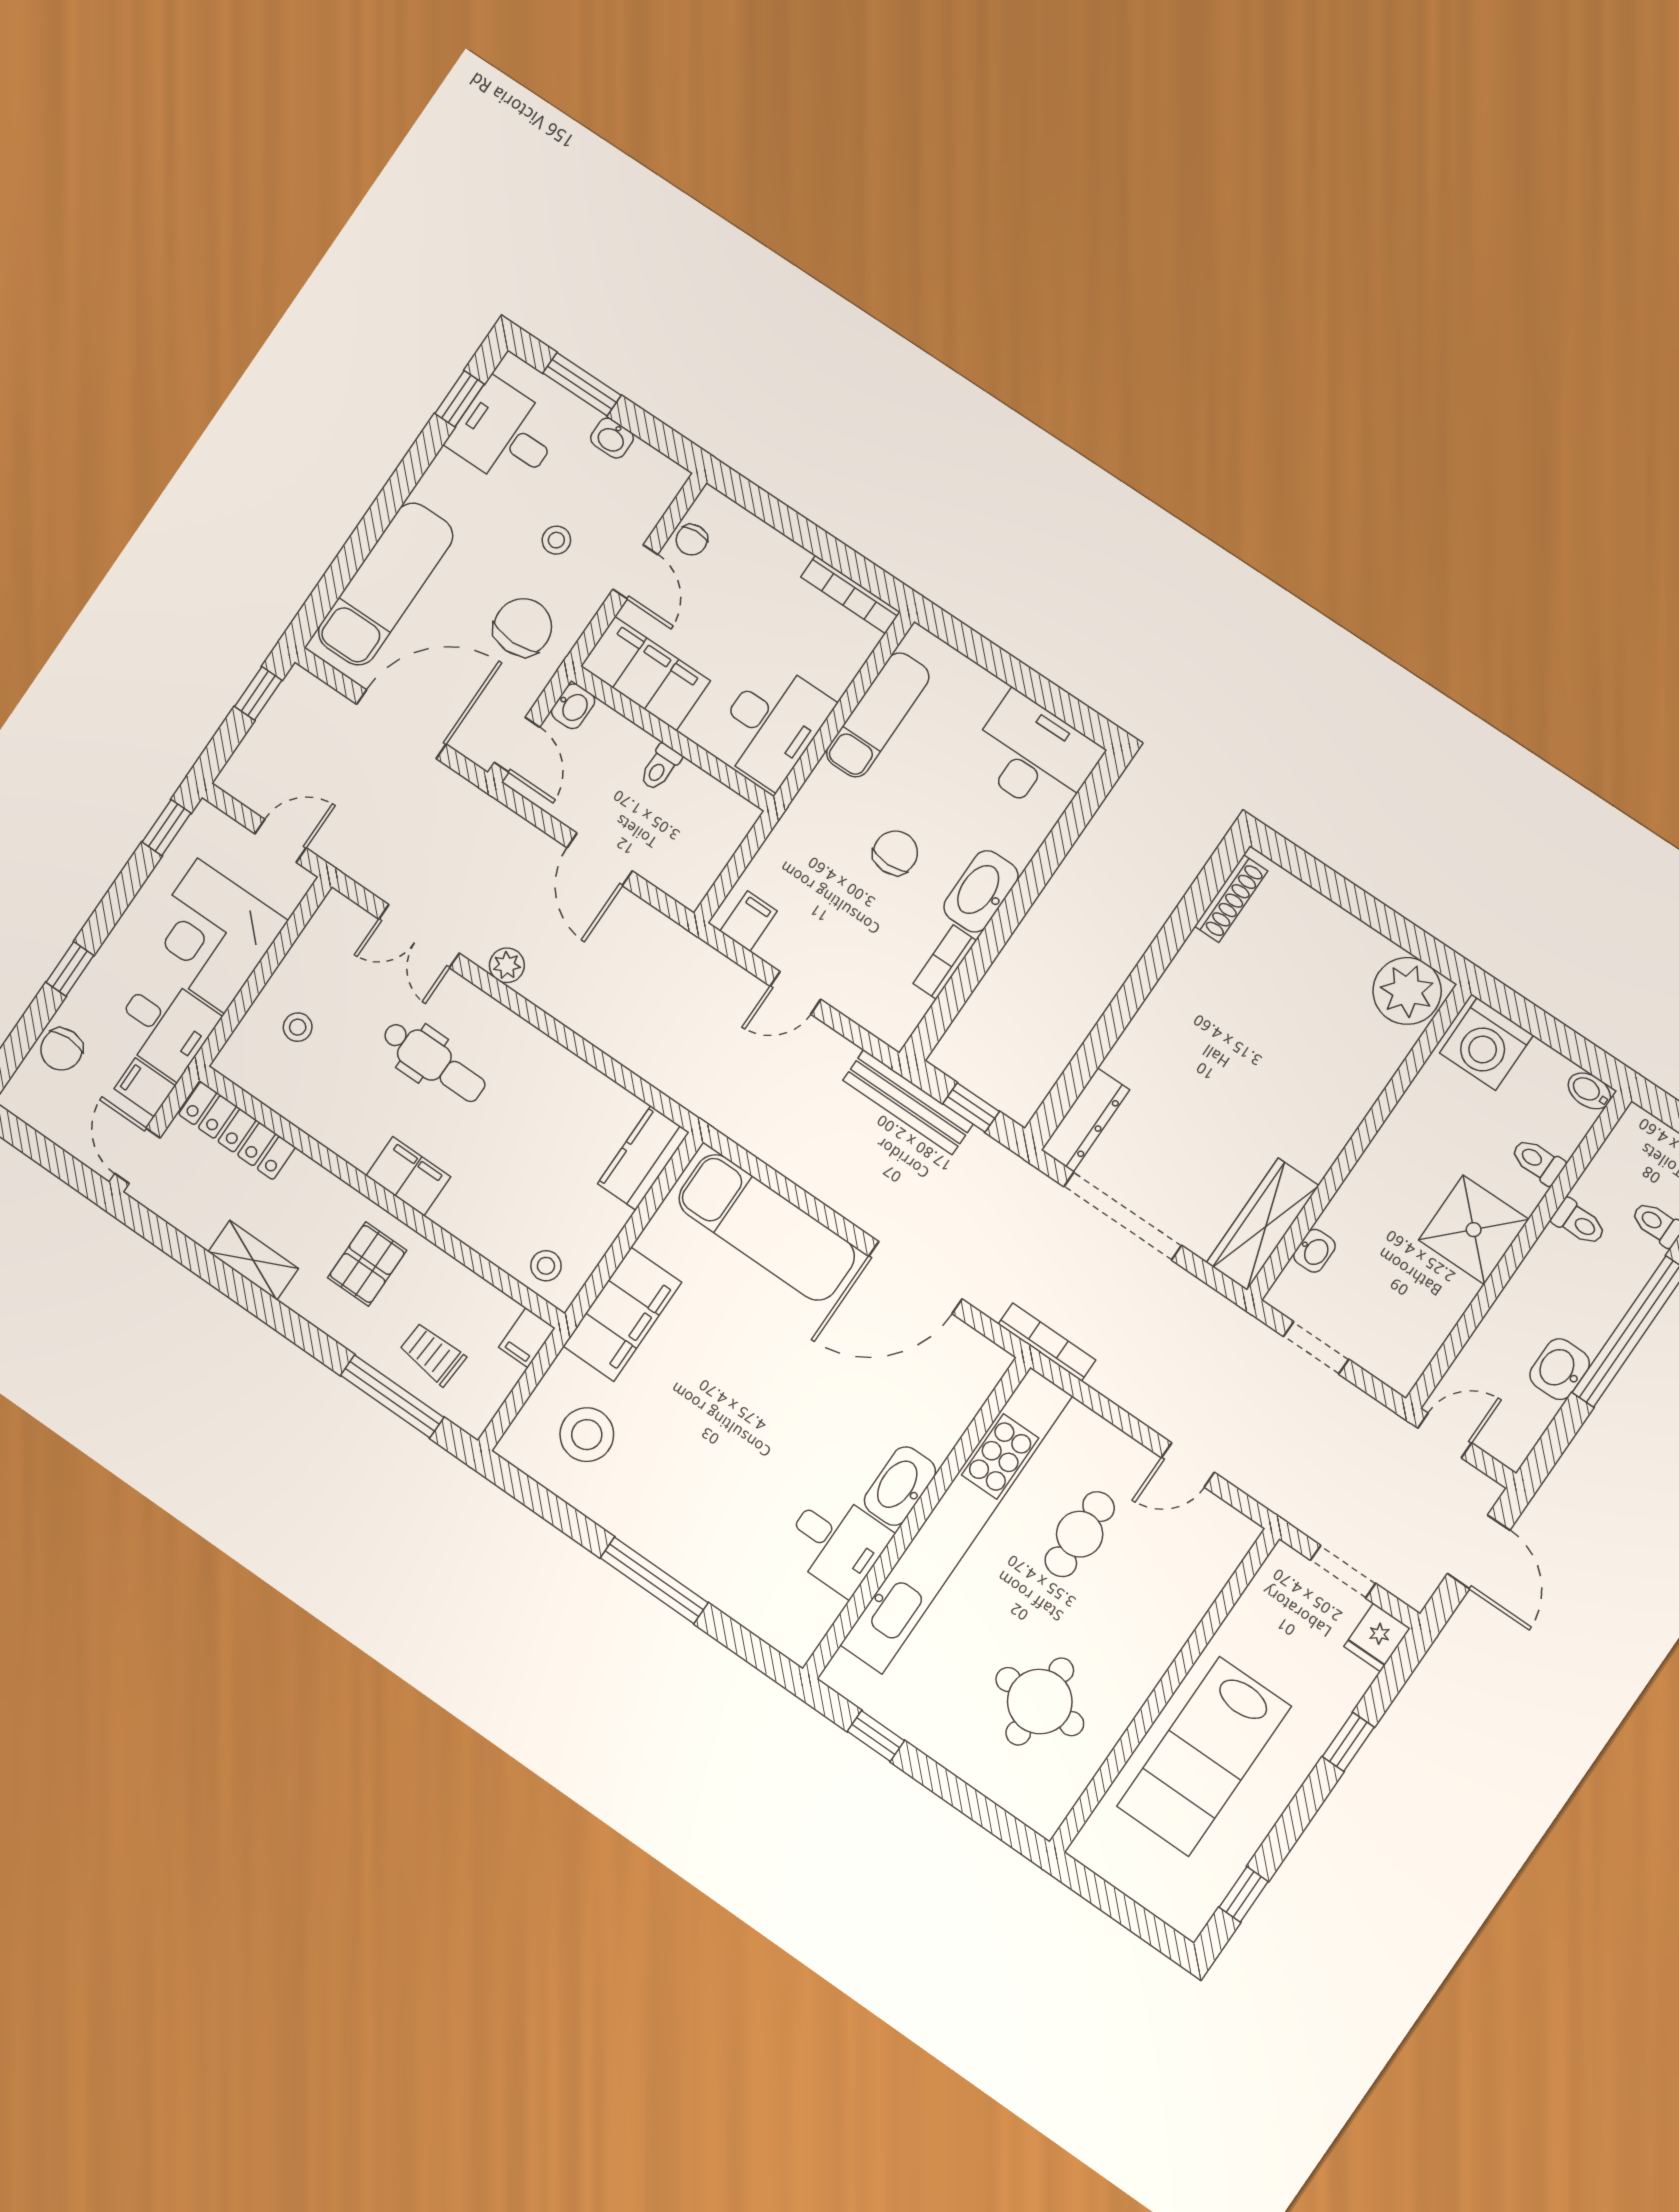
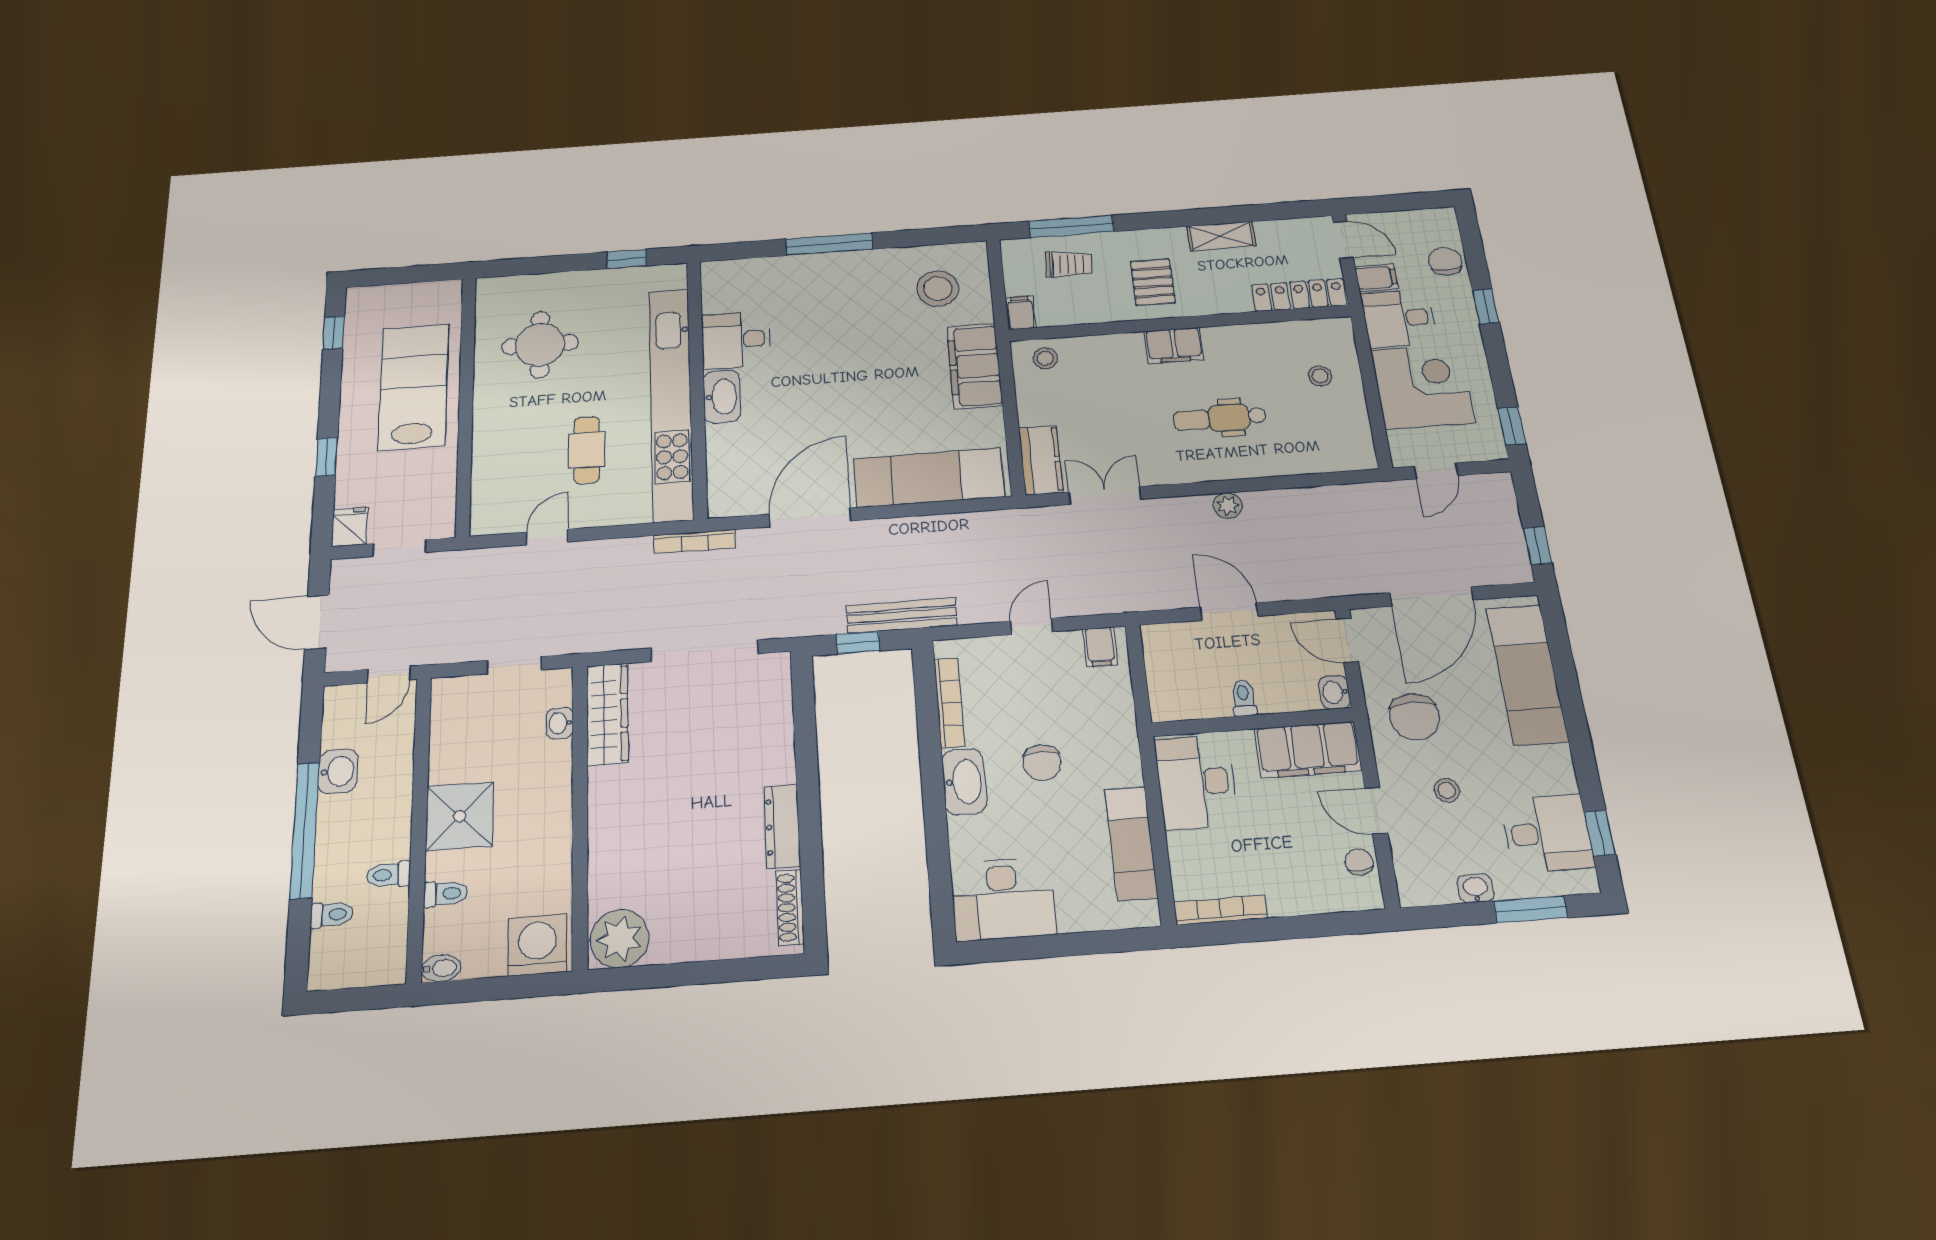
double door: (419, 936) -> (1105, 496), moved
bookcase: (945, 962) -> (949, 703), width x1.56
dresser: (1085, 1120) -> (782, 826), moved

